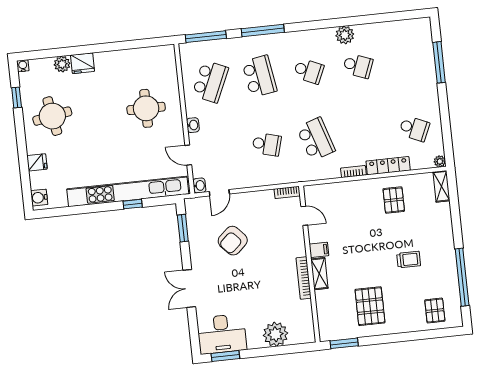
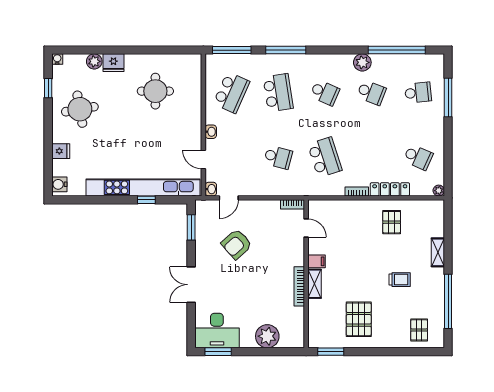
window: (380, 18) -> (397, 50), added
school desk: (407, 61) -> (418, 93), added
round table: (146, 108) -> (155, 91), moved
shelving: (441, 186) -> (438, 252), moved

